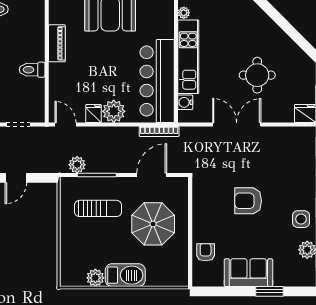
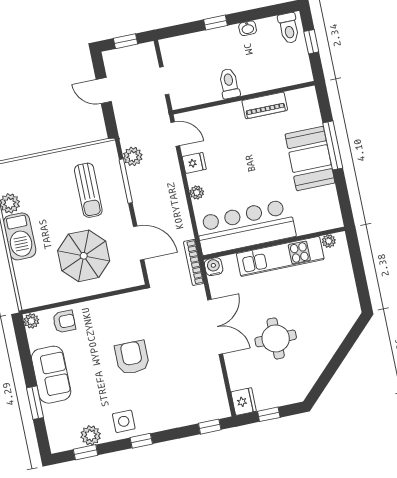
water cooler: (185, 102) -> (214, 267), moved
plant: (114, 111) -> (197, 192), width x0.53, depth x0.53
door: (65, 125) -> (175, 134), hinge flipped
bookcase: (159, 131) -> (194, 262), moved
plant: (199, 280) -> (31, 321), added

